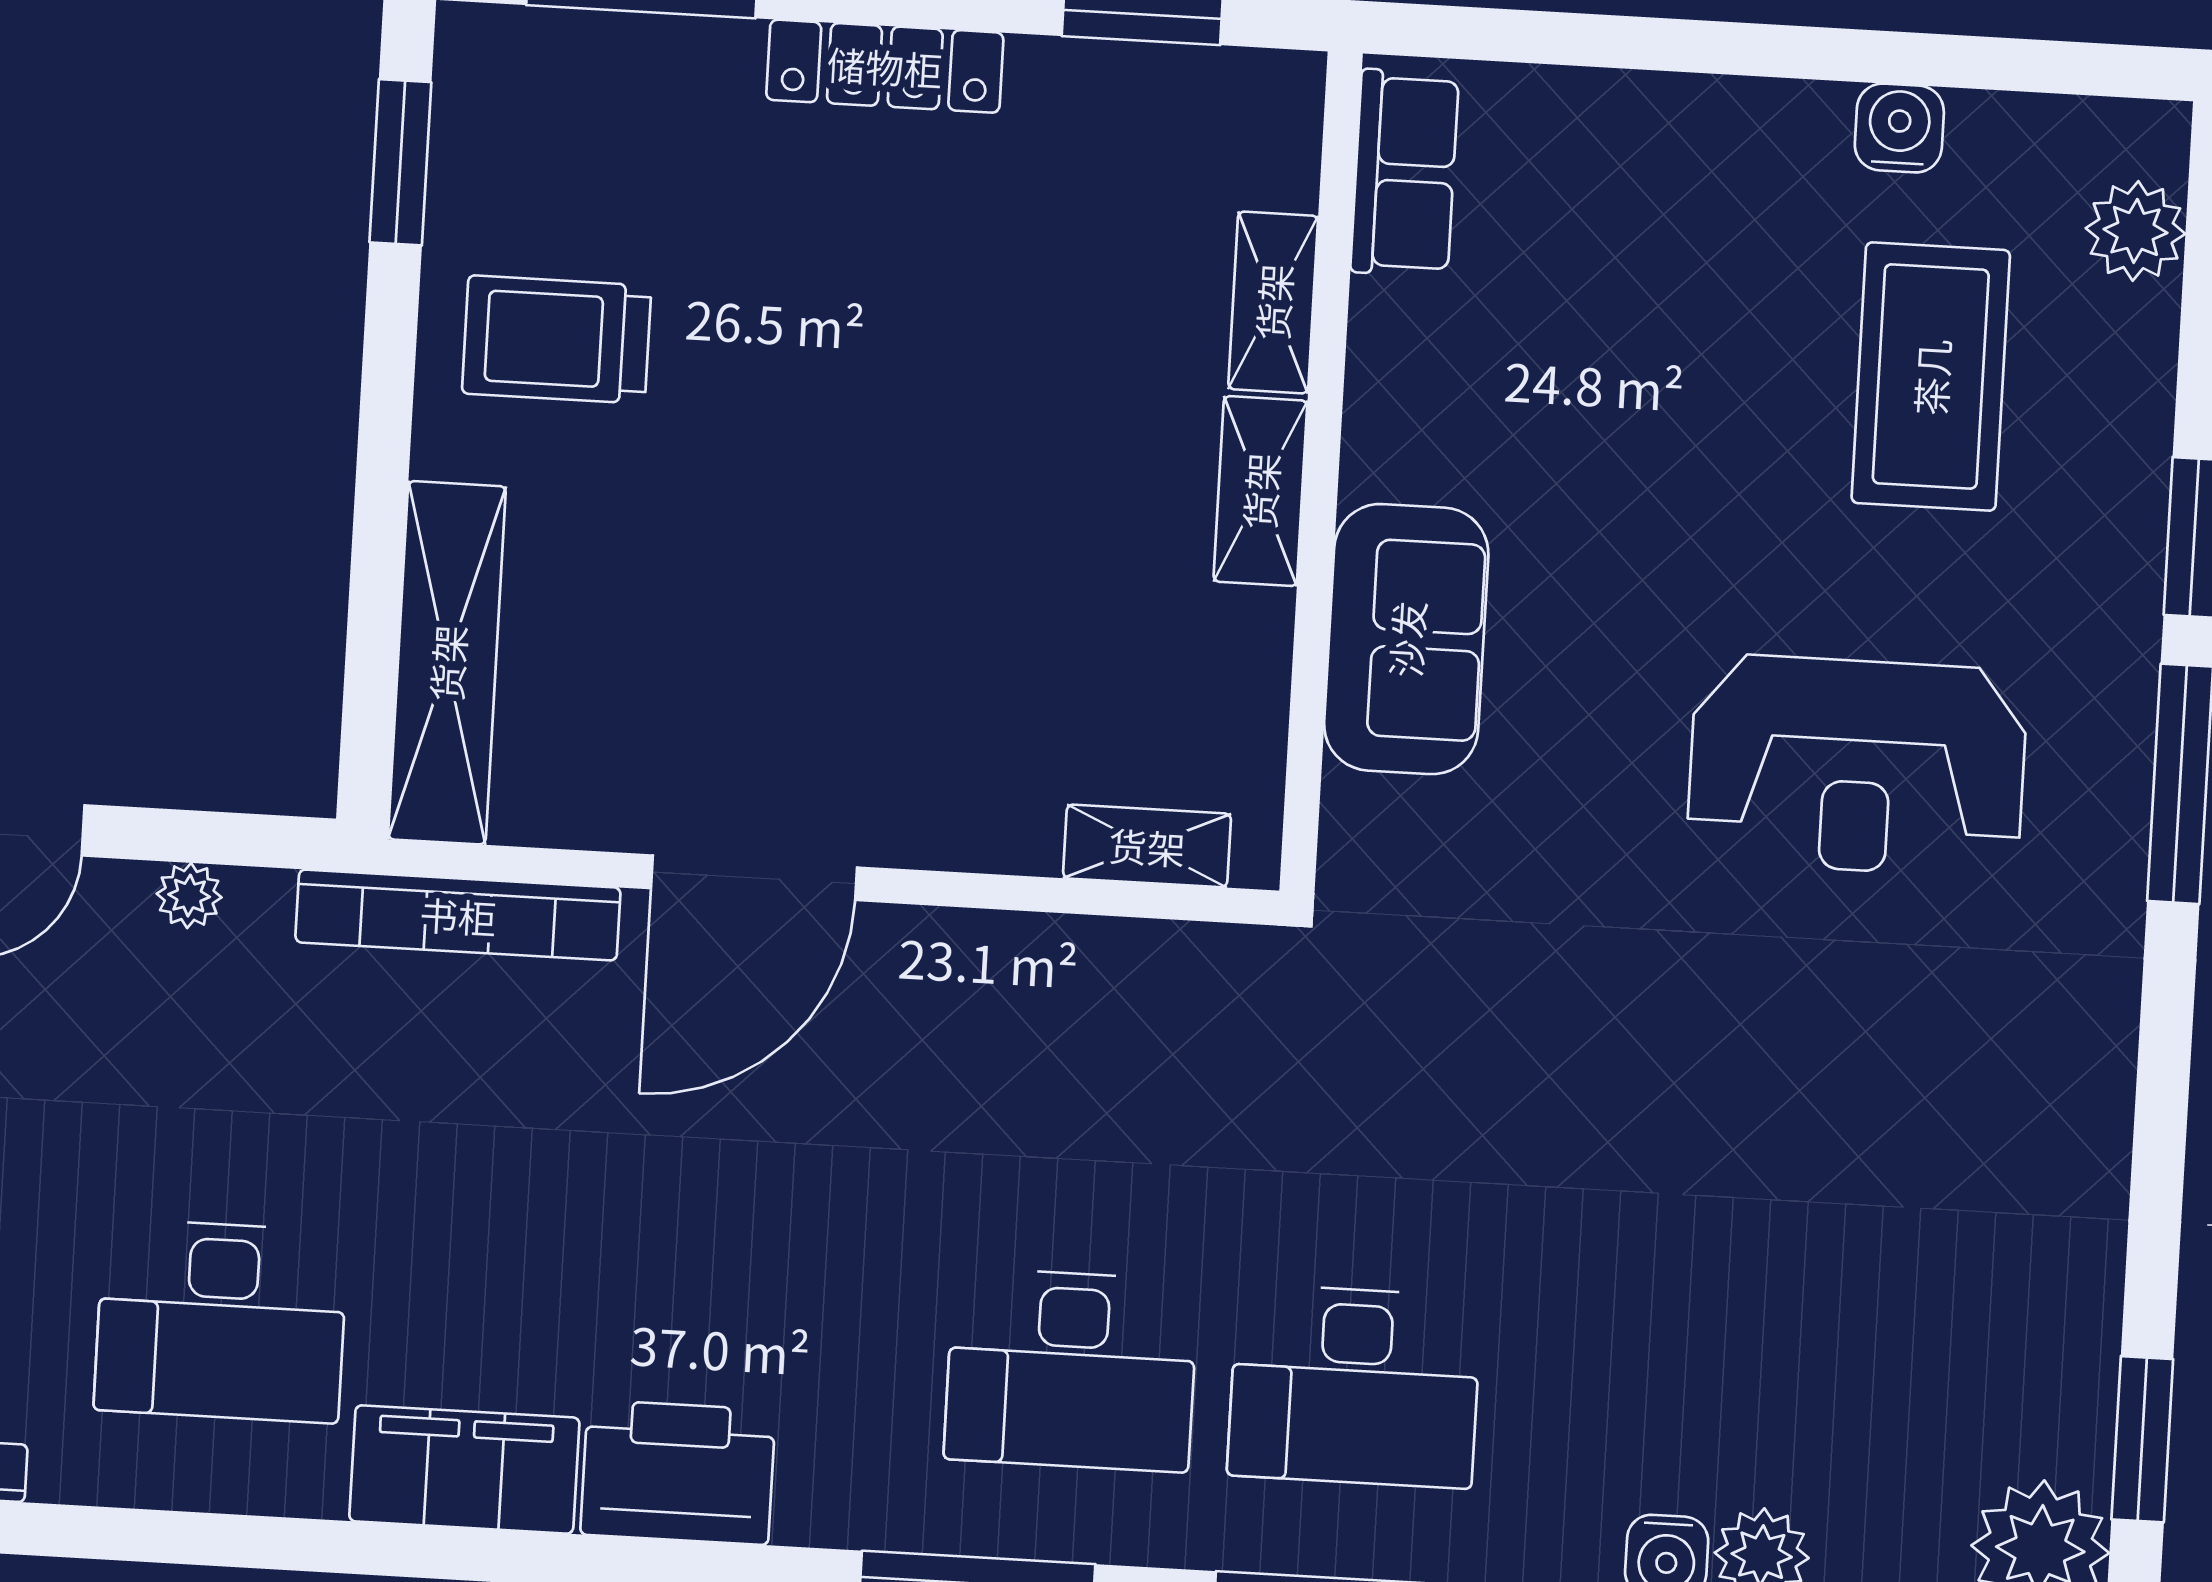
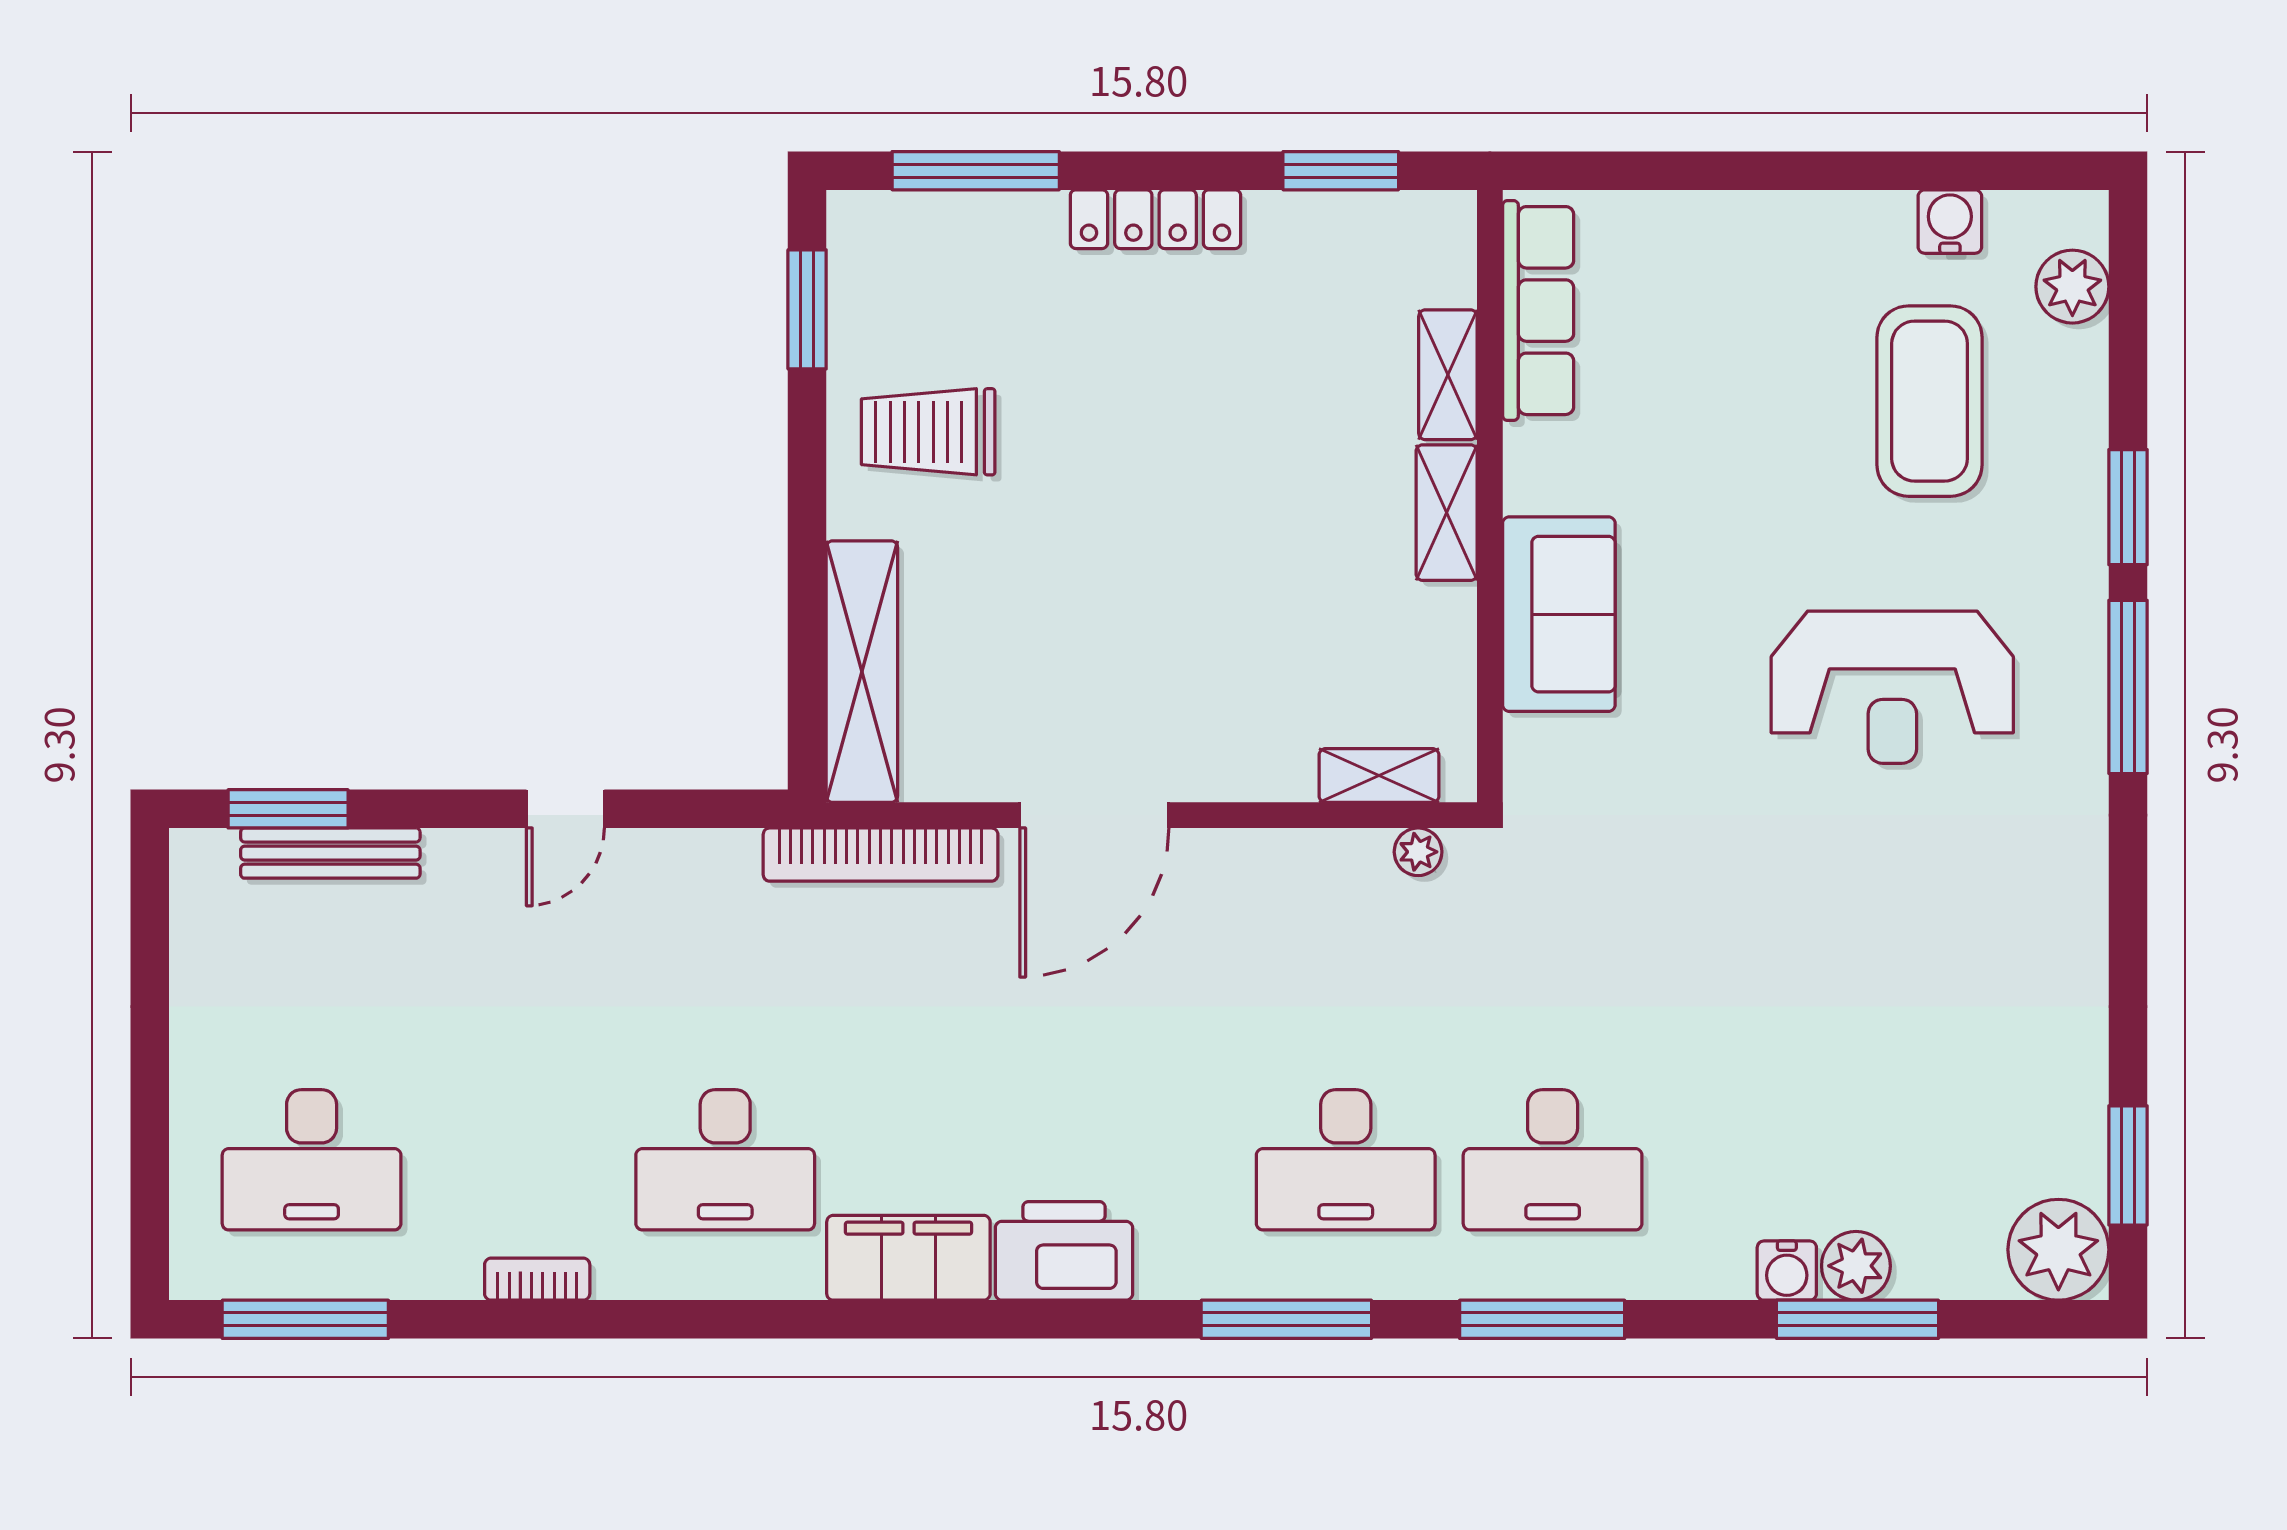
water cooler: (1899, 128) -> (1950, 222), moved
row of seats: (1405, 173) -> (1538, 311), width x1.48
plant: (189, 896) -> (1418, 852), moved

